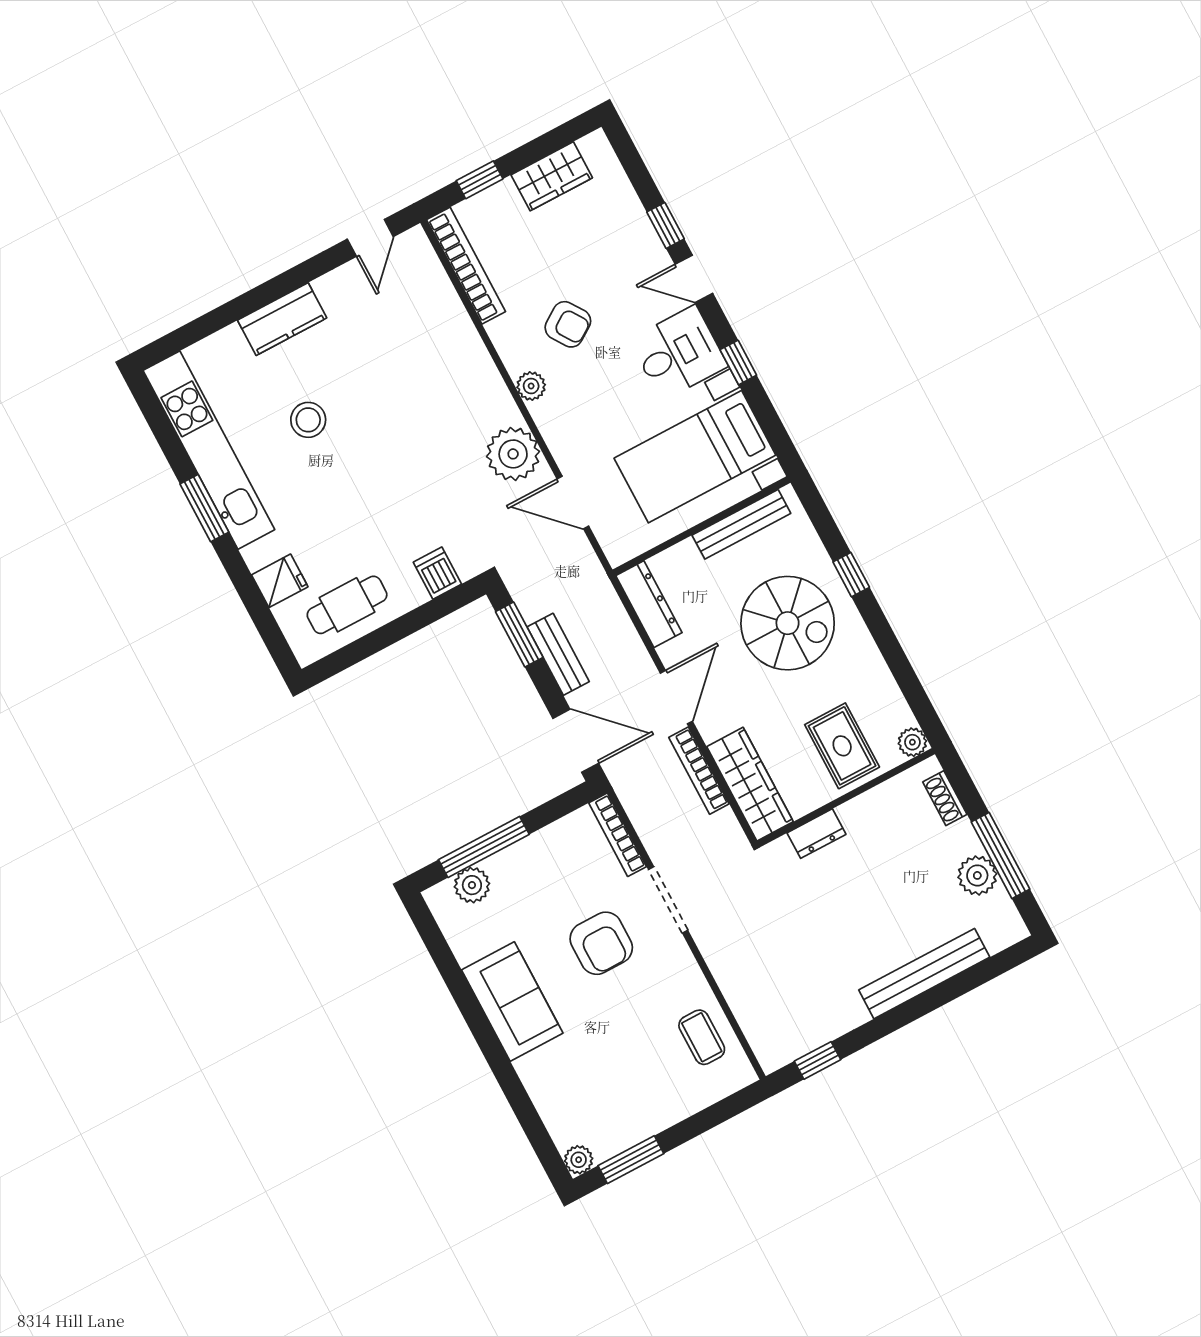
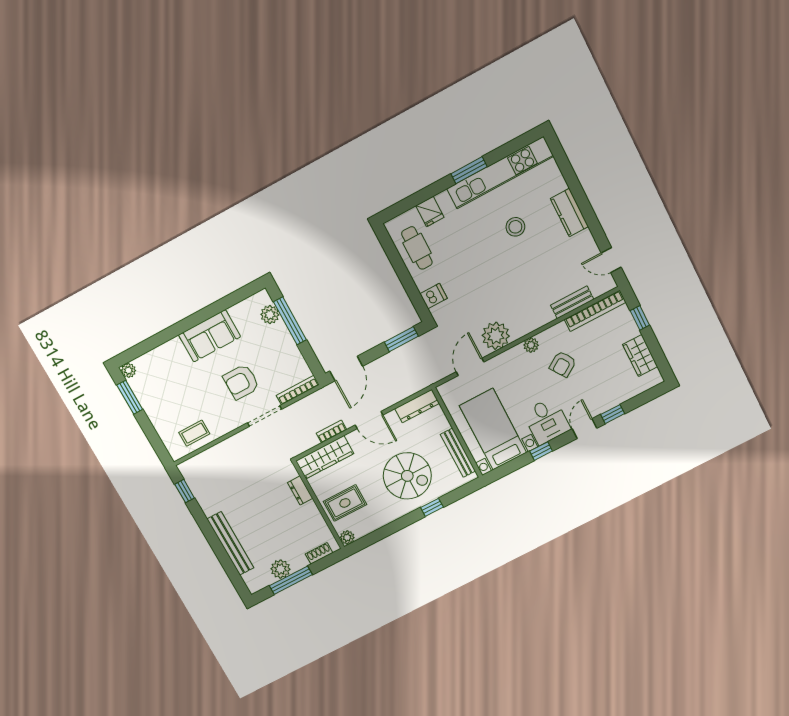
spiral stairs: (788, 623) -> (407, 476), turned -90
bench: (558, 654) -> (572, 302), moved
bookcase: (699, 771) -> (331, 432), width x0.64

